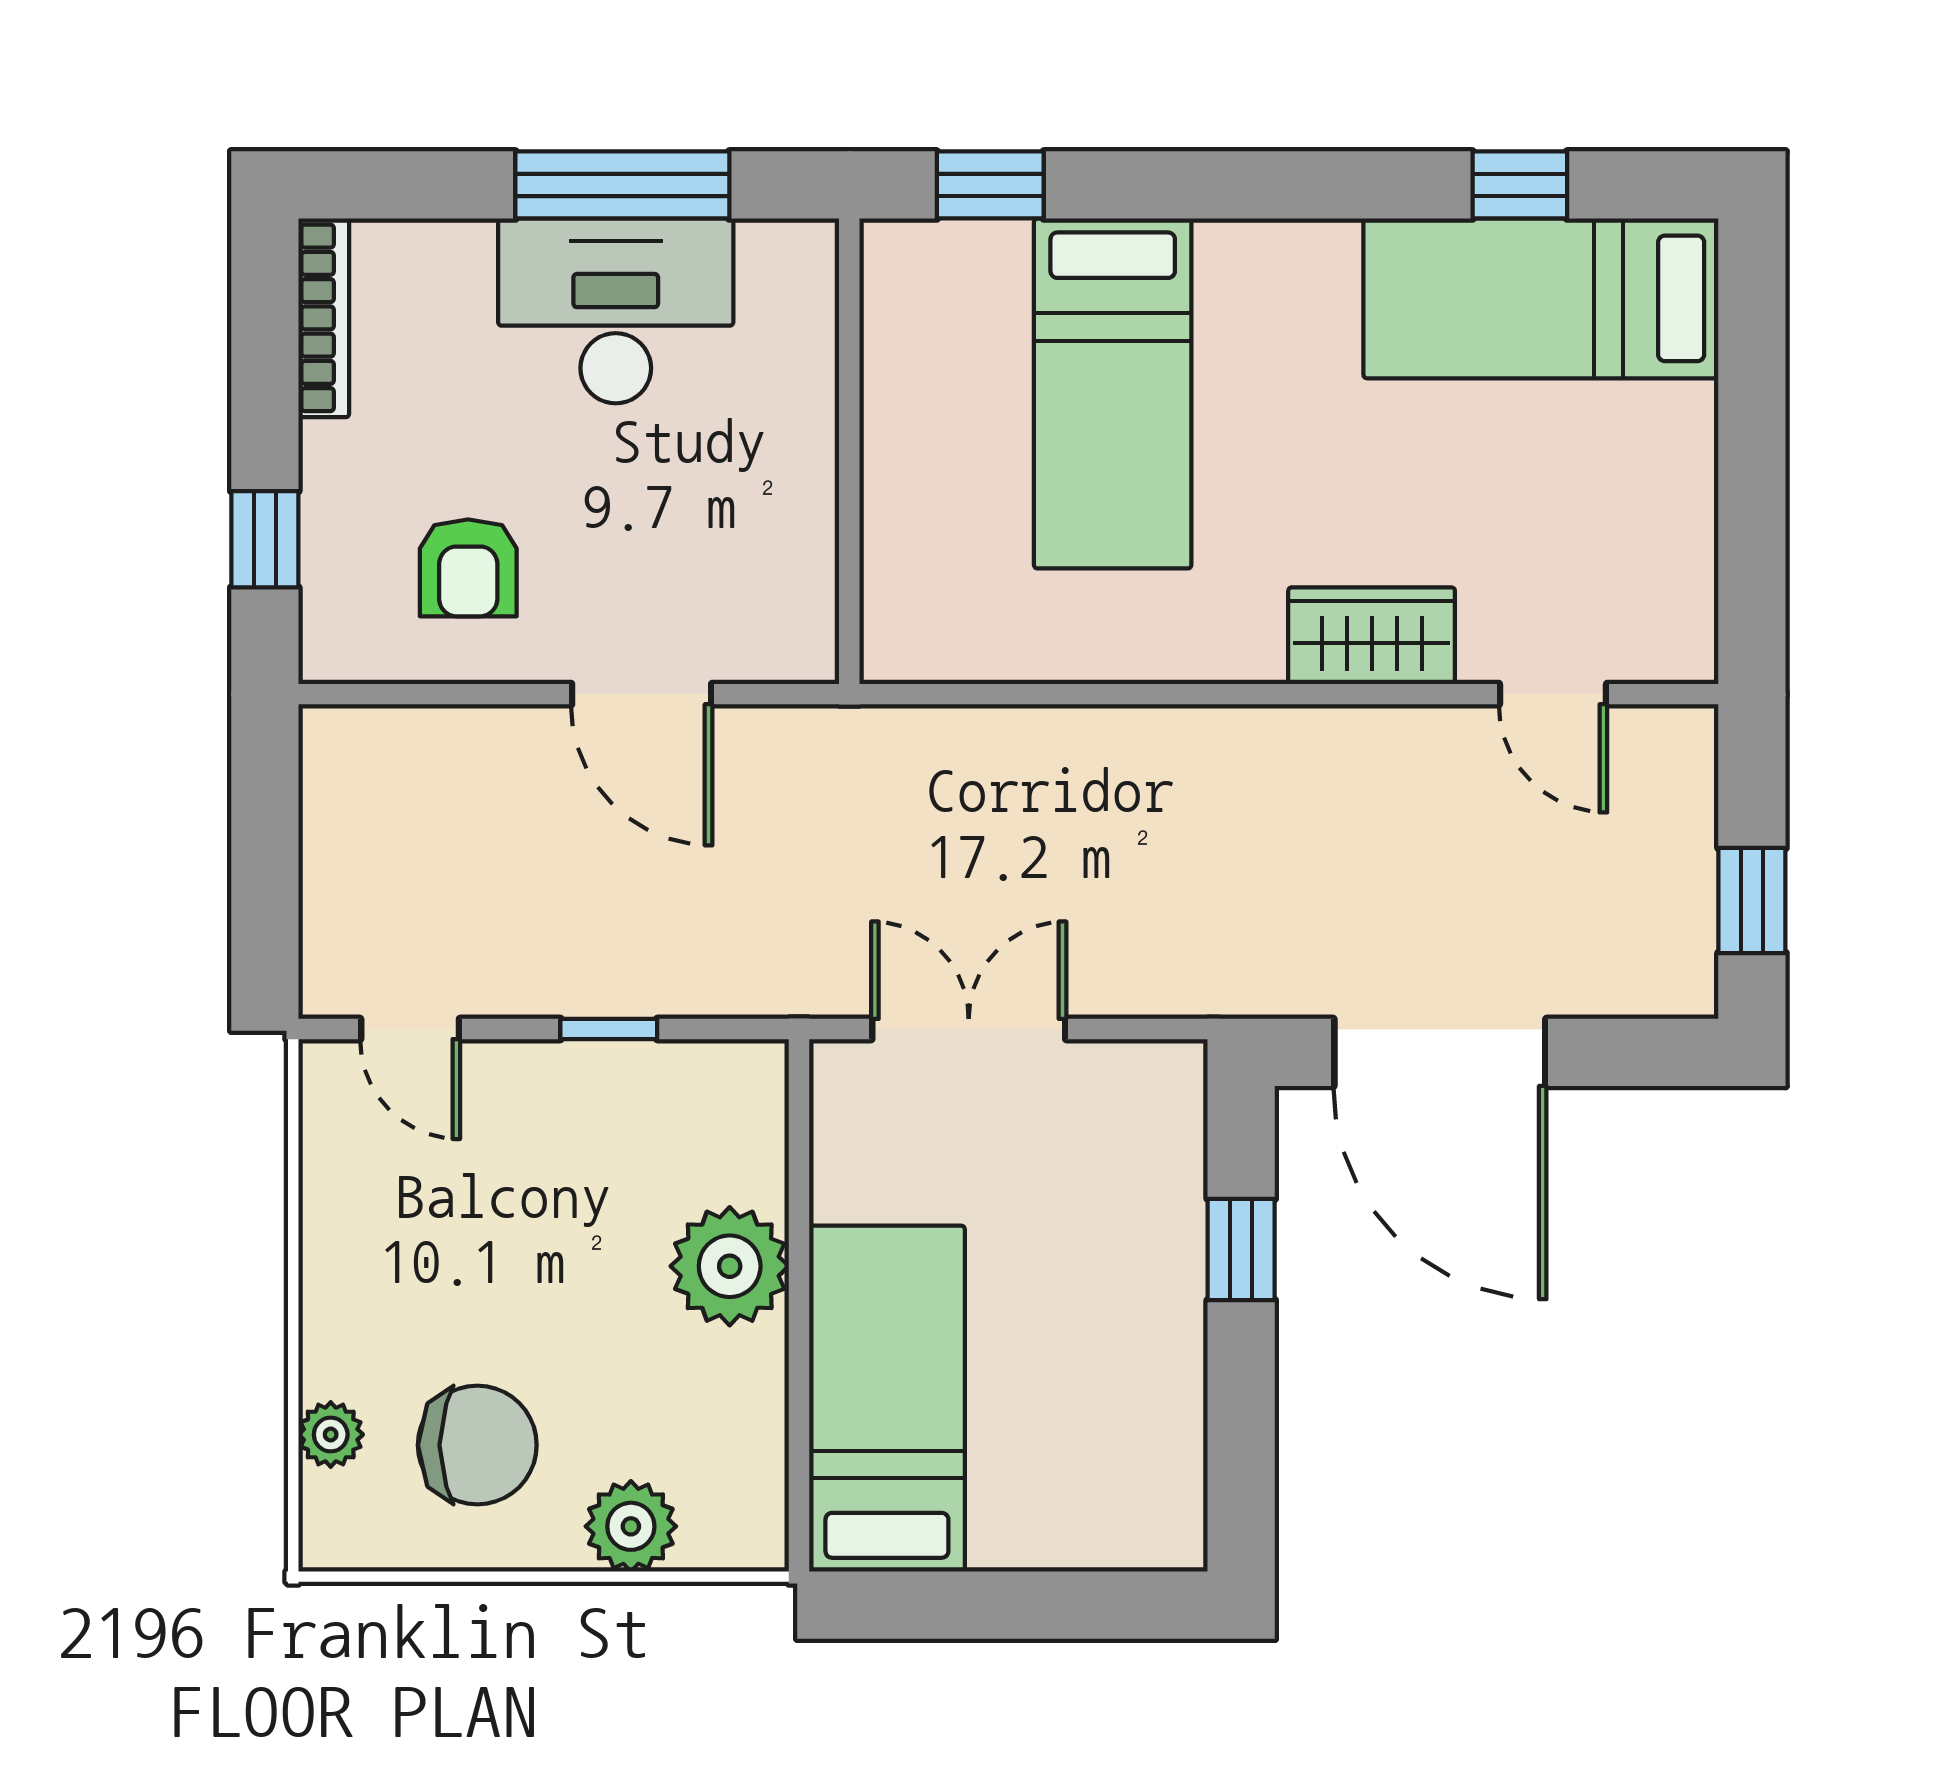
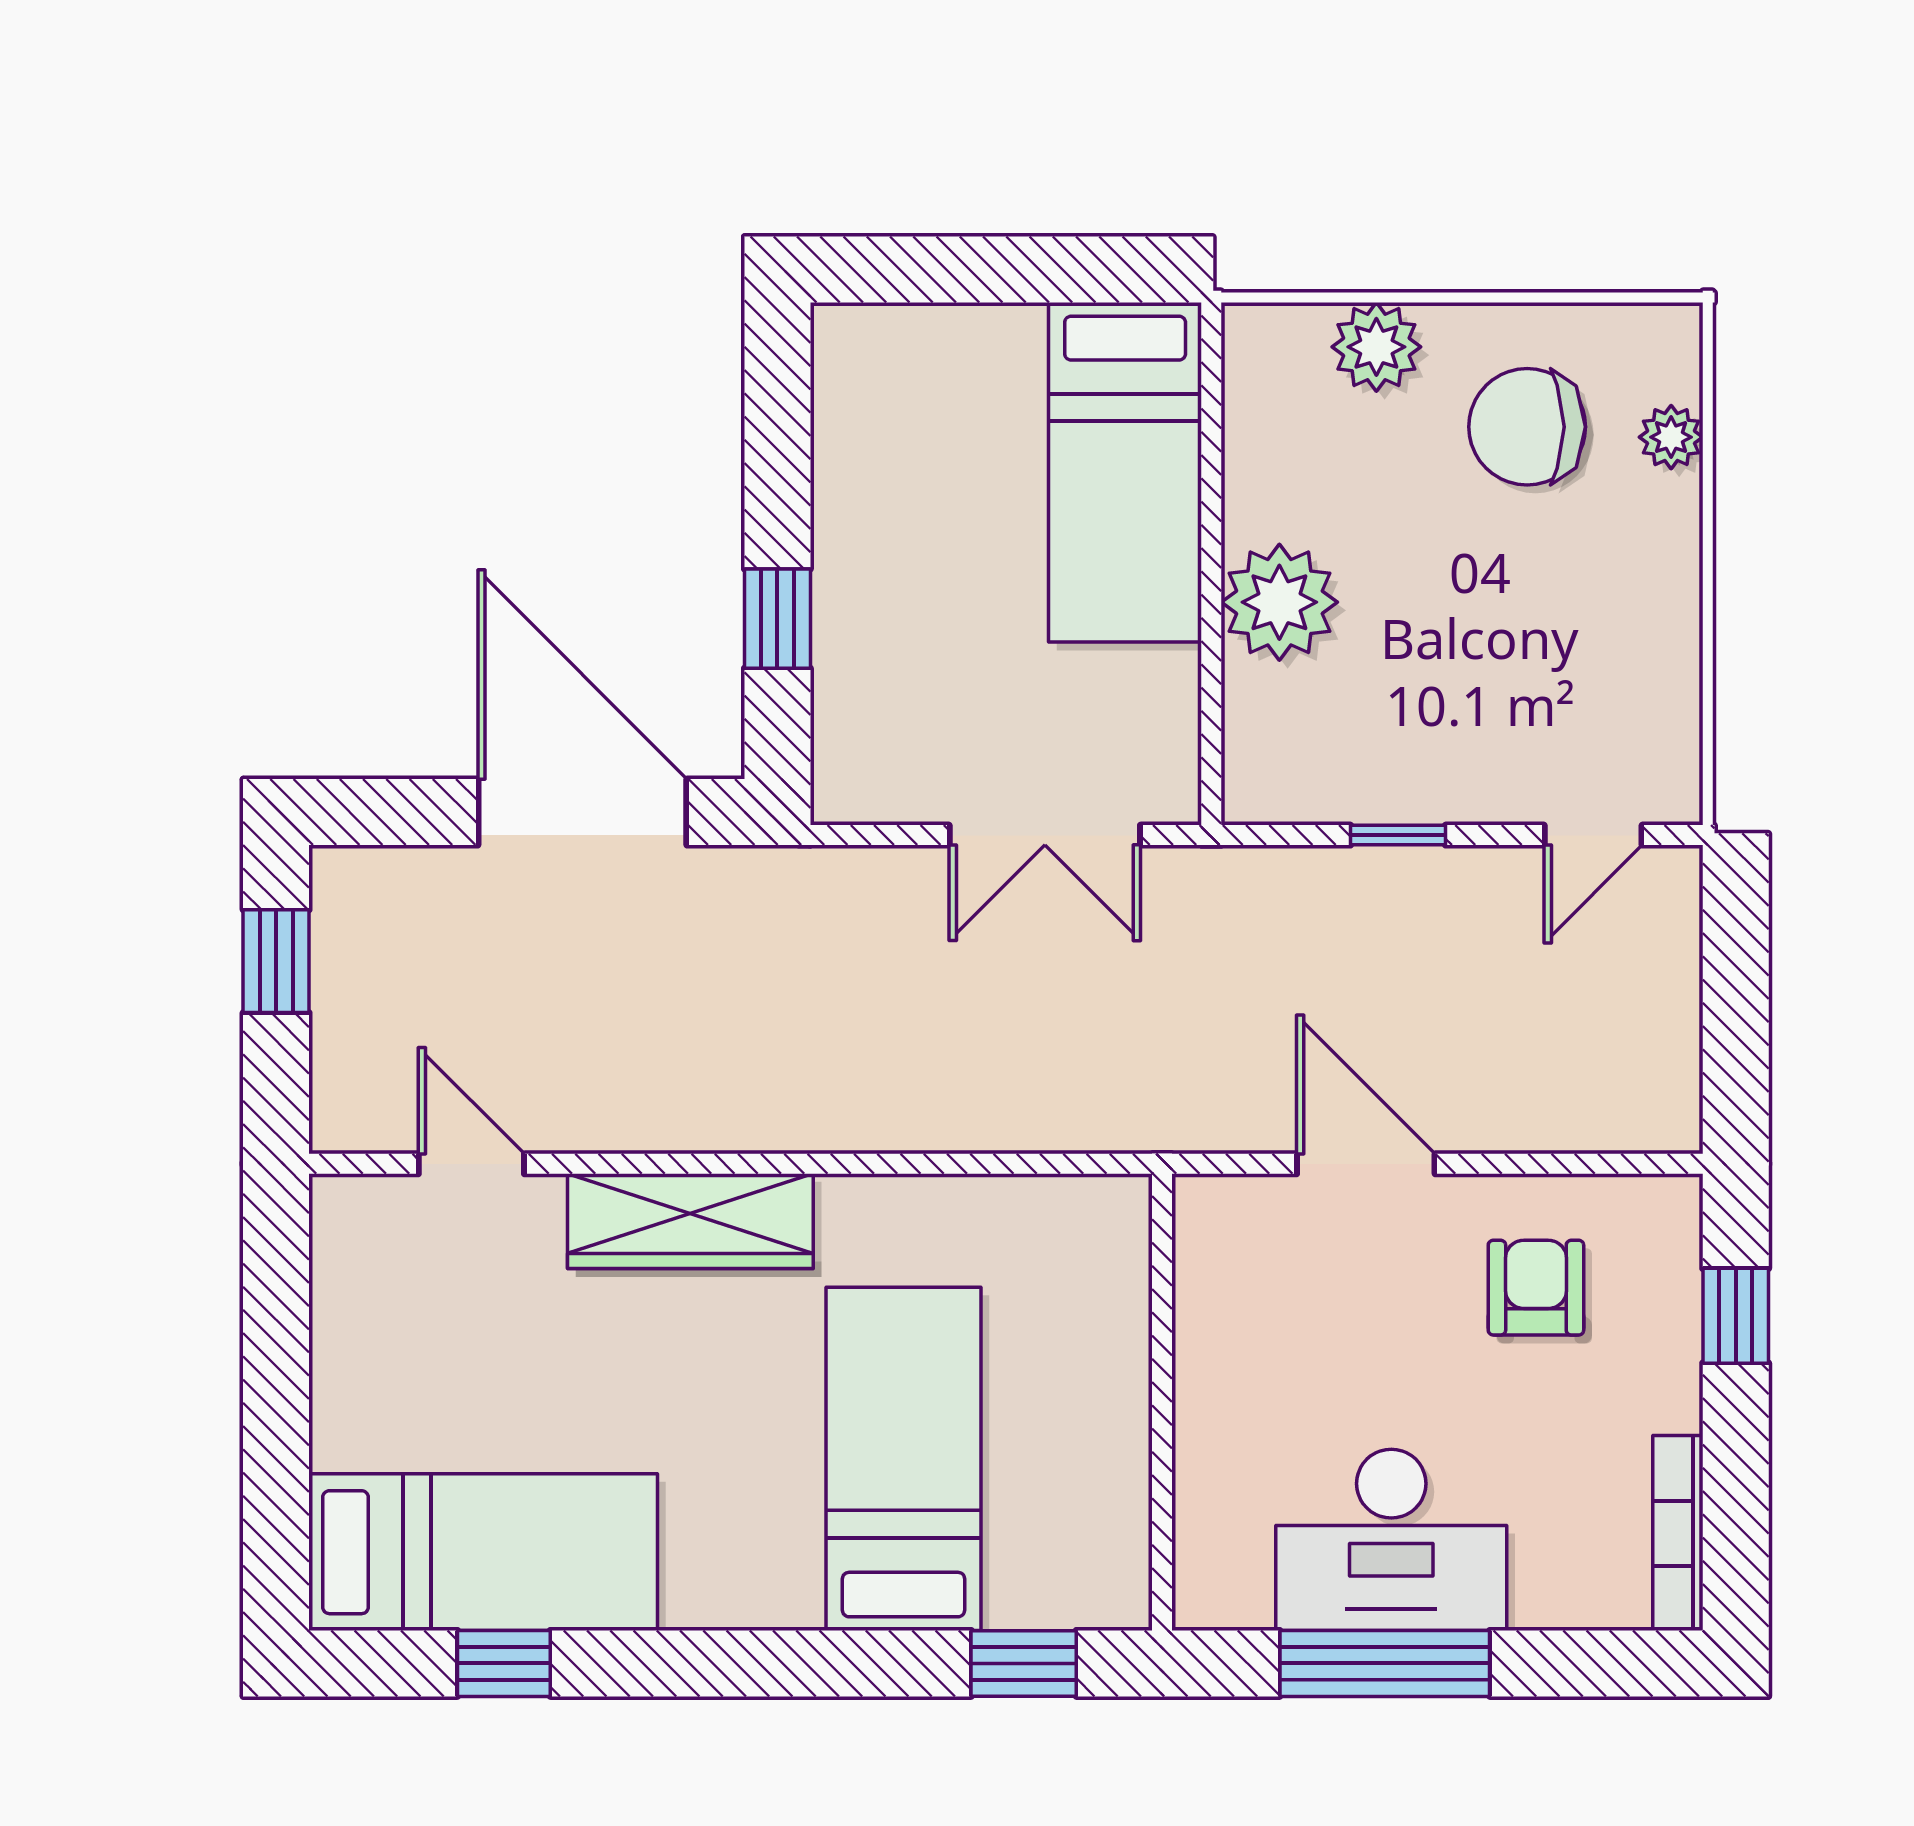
wardrobe: (1372, 636) -> (690, 1221), width x1.50
door: (410, 1029) -> (1593, 835), swing flipped

